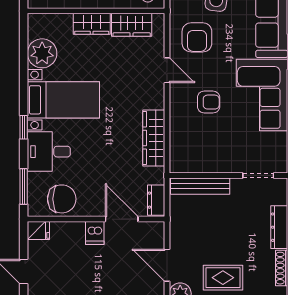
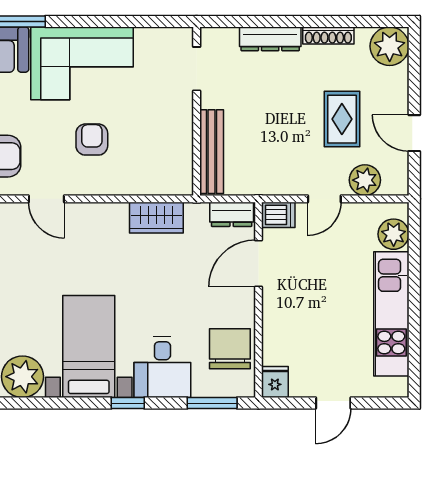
door: (167, 70) -> (46, 199), swing flipped
wardrobe: (154, 138) -> (156, 218), width x0.67
dishwasher: (95, 233) -> (278, 215), moved
door: (167, 265) -> (324, 199), width x0.73

